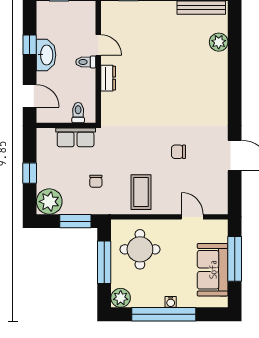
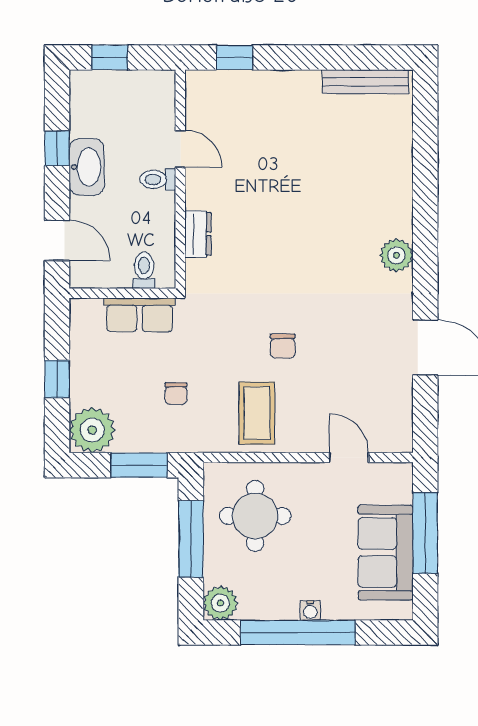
plant: (219, 42) -> (396, 255), moved
dresser: (108, 78) -> (198, 234), moved
chair: (178, 152) -> (283, 346), moved, turned -90

